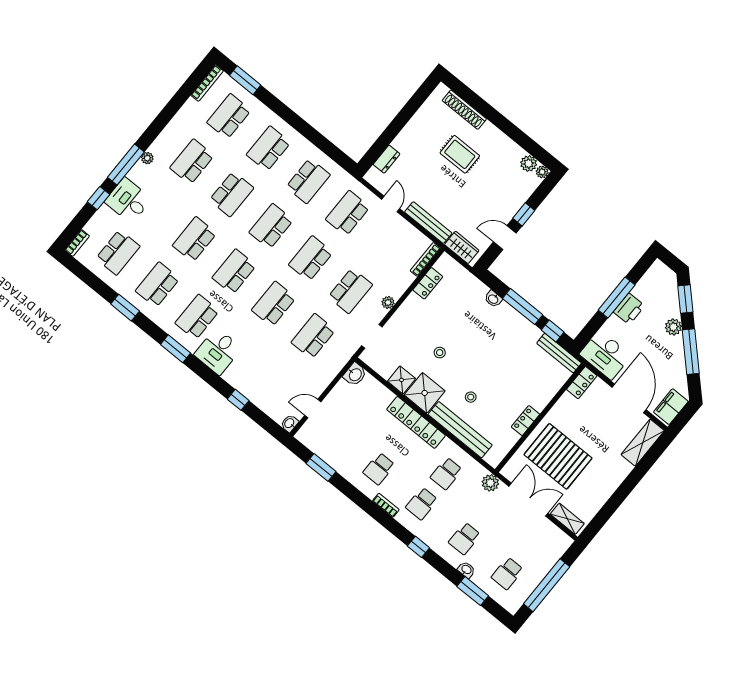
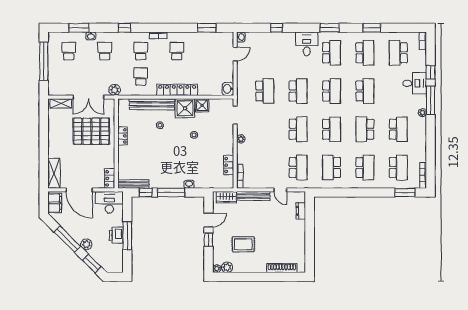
rug: (460, 154) -> (243, 244), moved
school desk: (350, 291) -> (265, 129), removed

